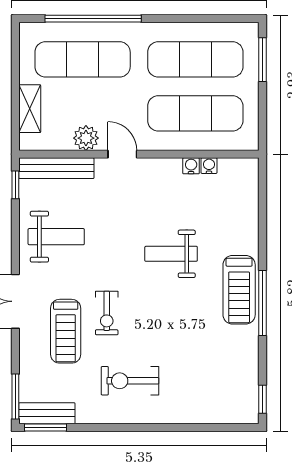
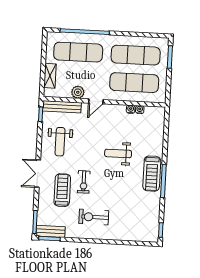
door: (122, 154) -> (96, 101), swing flipped
weight bench: (56, 237) -> (60, 142), turned 90
treadmill: (66, 331) -> (62, 190), turned 180

